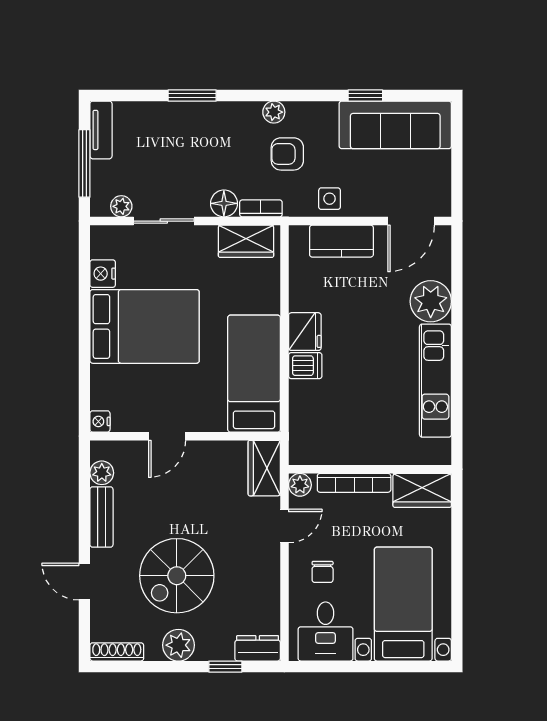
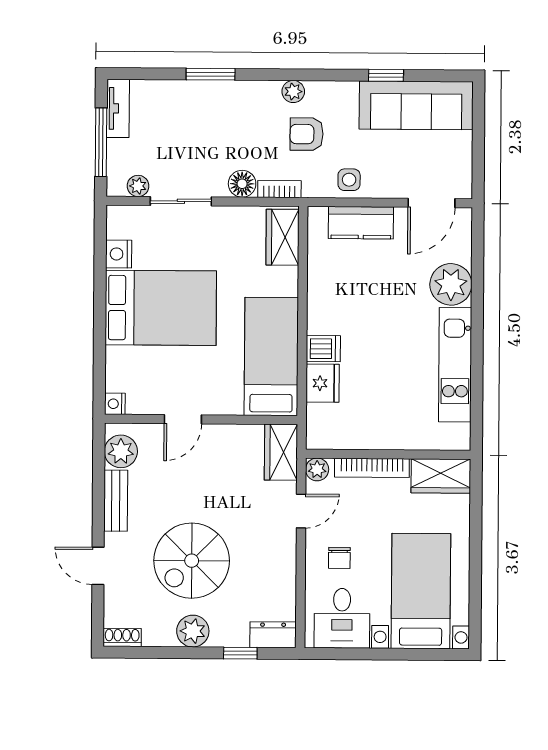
wardrobe: (246, 241) -> (283, 237), moved, turned 90
fridge: (305, 332) -> (323, 383), moved
plant: (102, 473) -> (121, 451), width x1.38, depth x1.38
shoe rack: (117, 652) -> (122, 637), width x0.70

